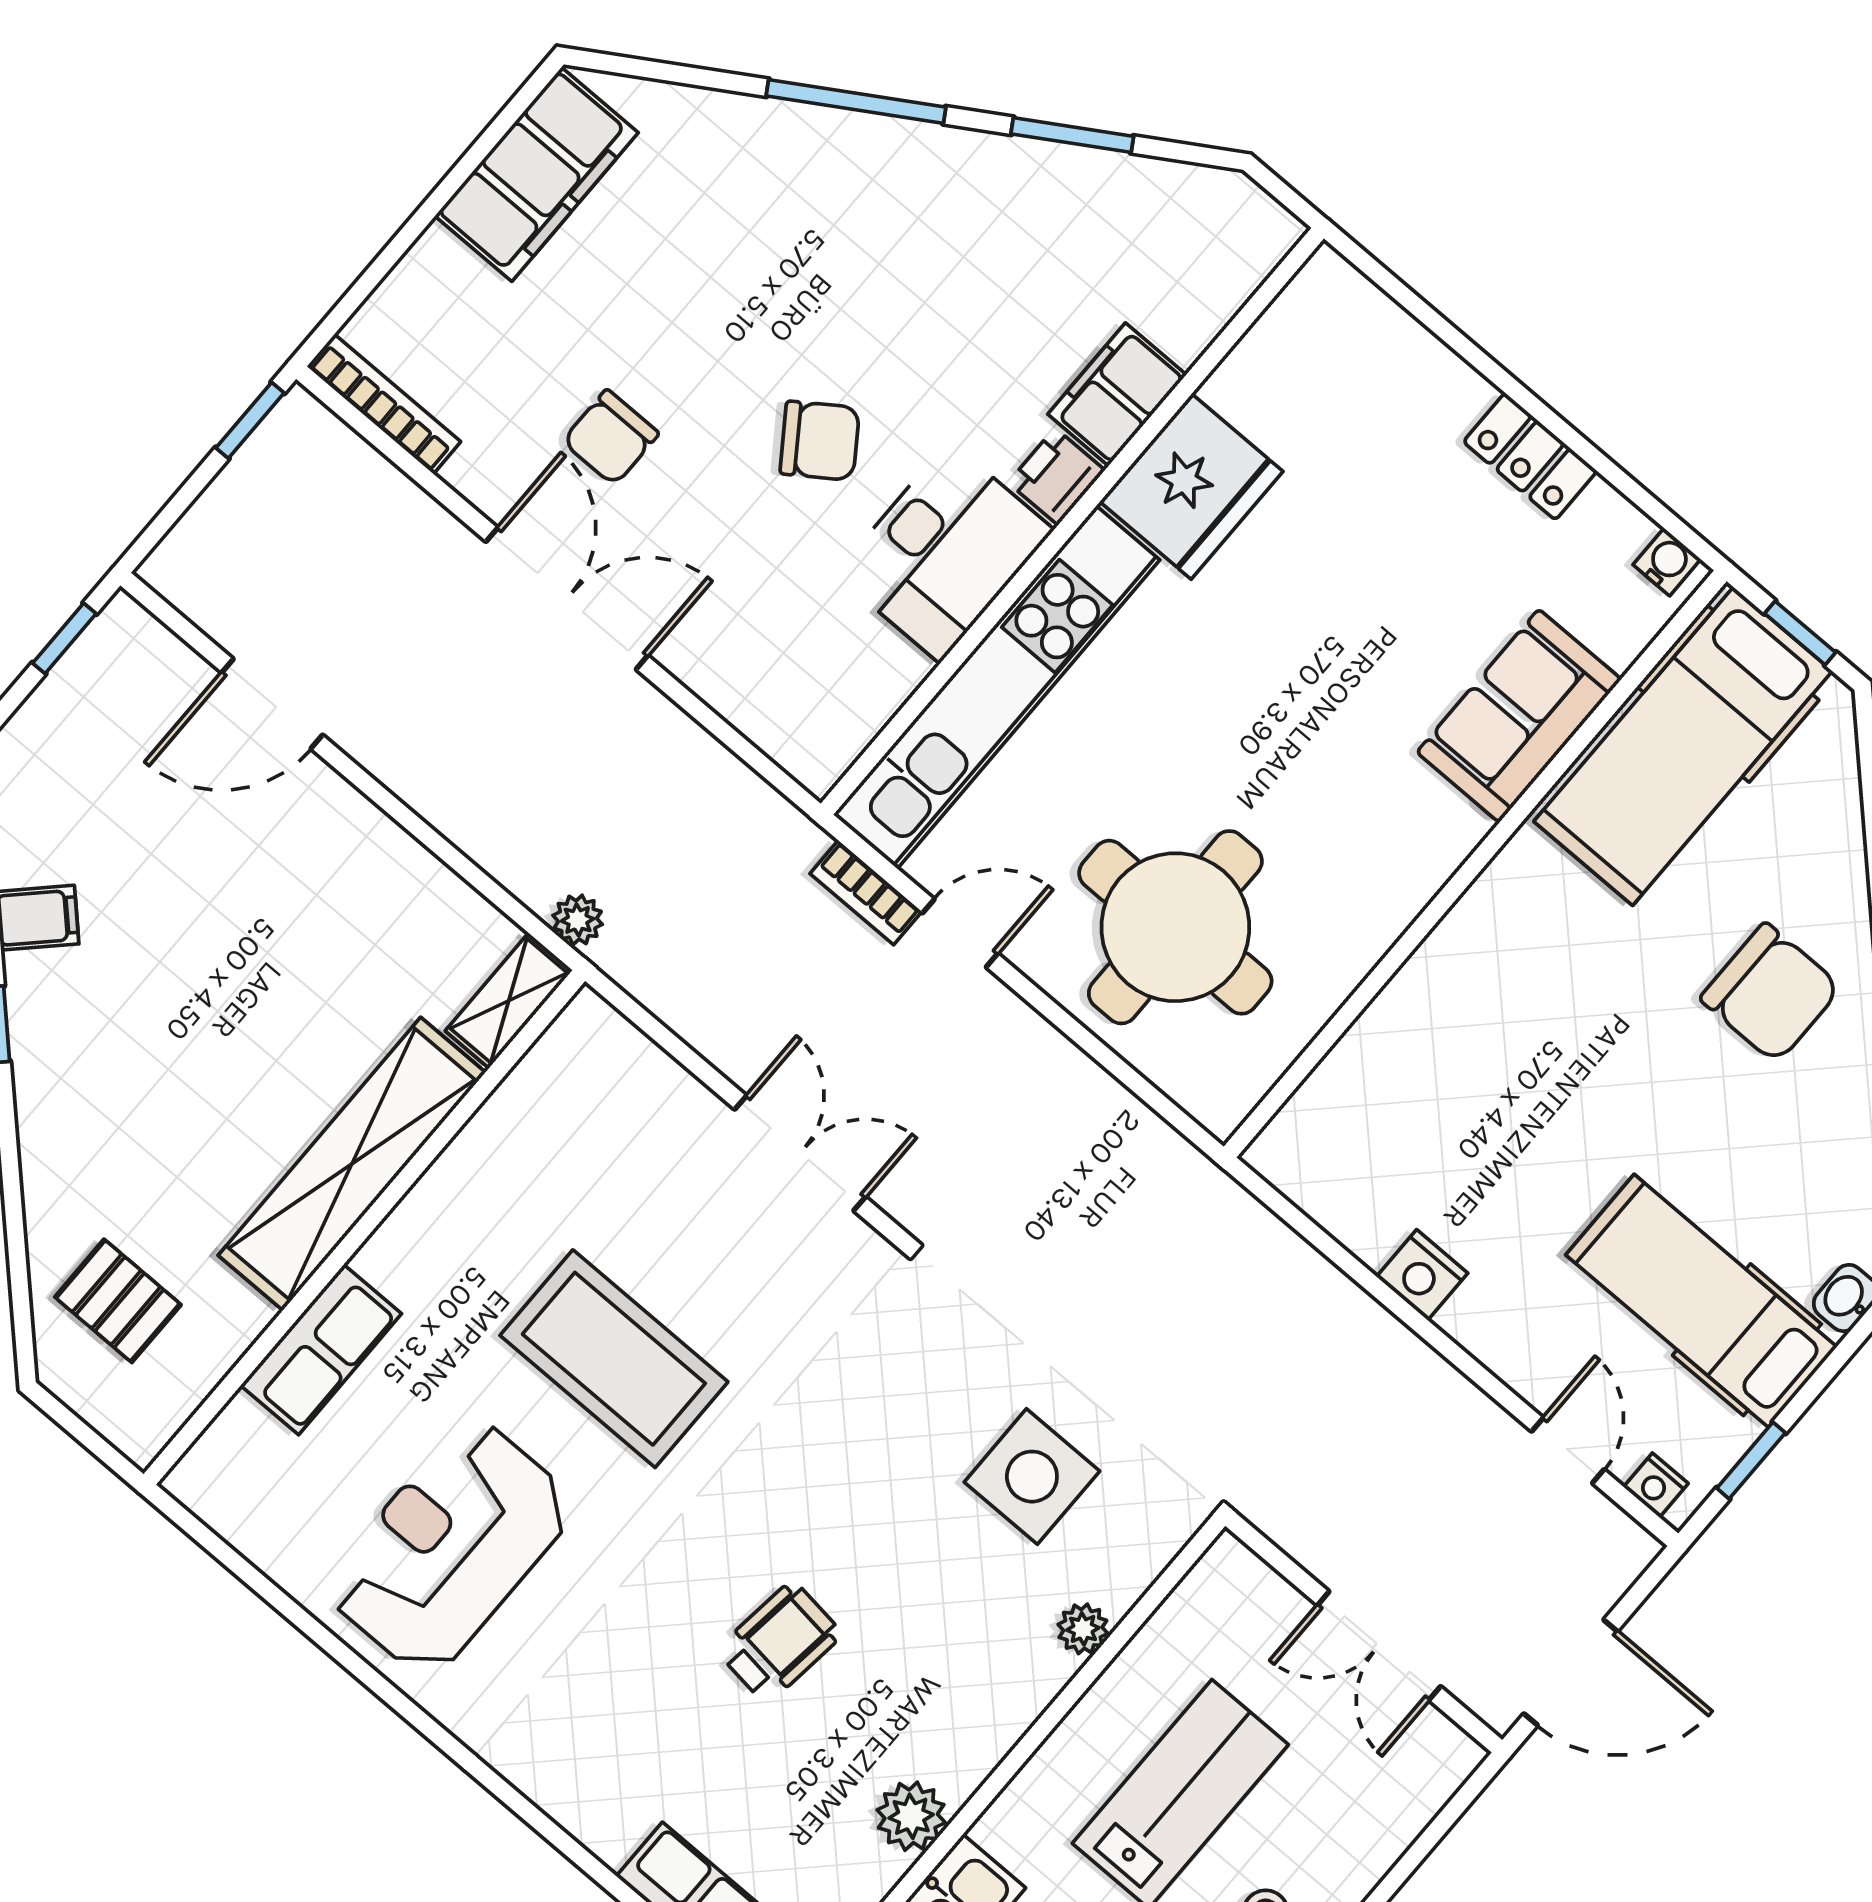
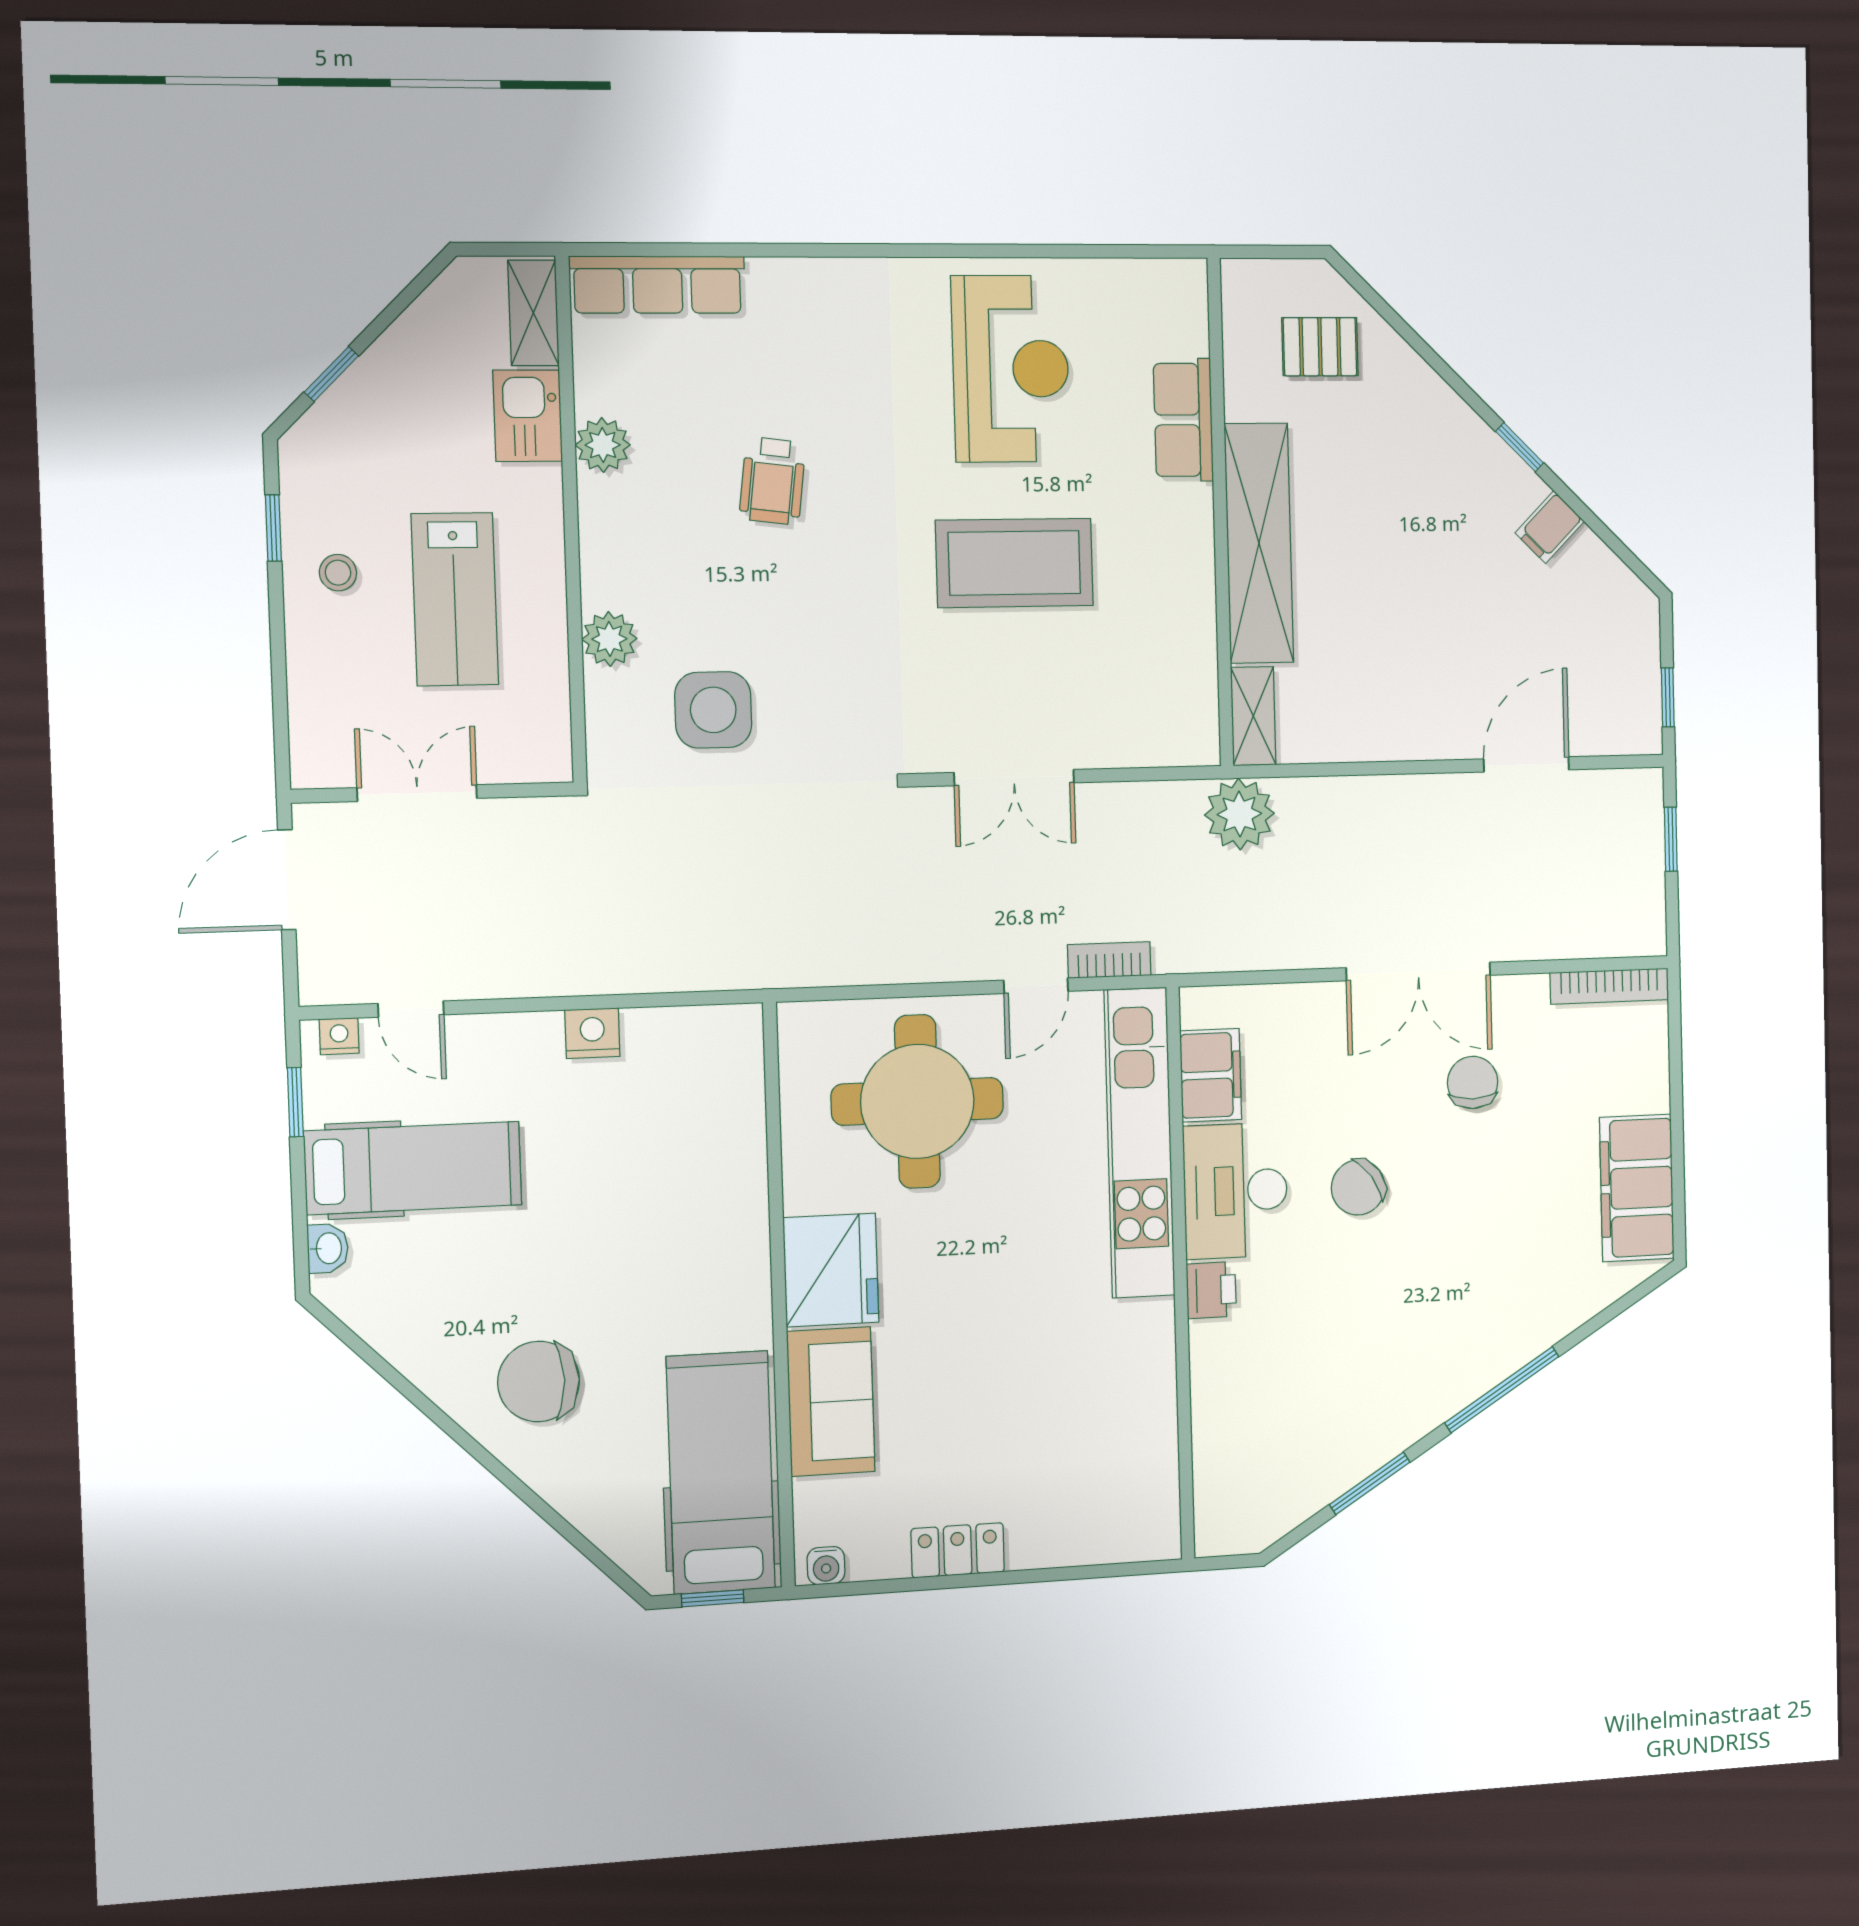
filing cabinet: (1117, 394) -> (1211, 1075), moved
window: (250, 420) -> (1671, 839), moved
fridge: (1191, 487) -> (831, 1270), moved, turned 180
plant: (578, 920) -> (1239, 814), width x1.87, depth x1.87
plant: (1083, 1629) -> (609, 639), width x1.38, depth x1.38

